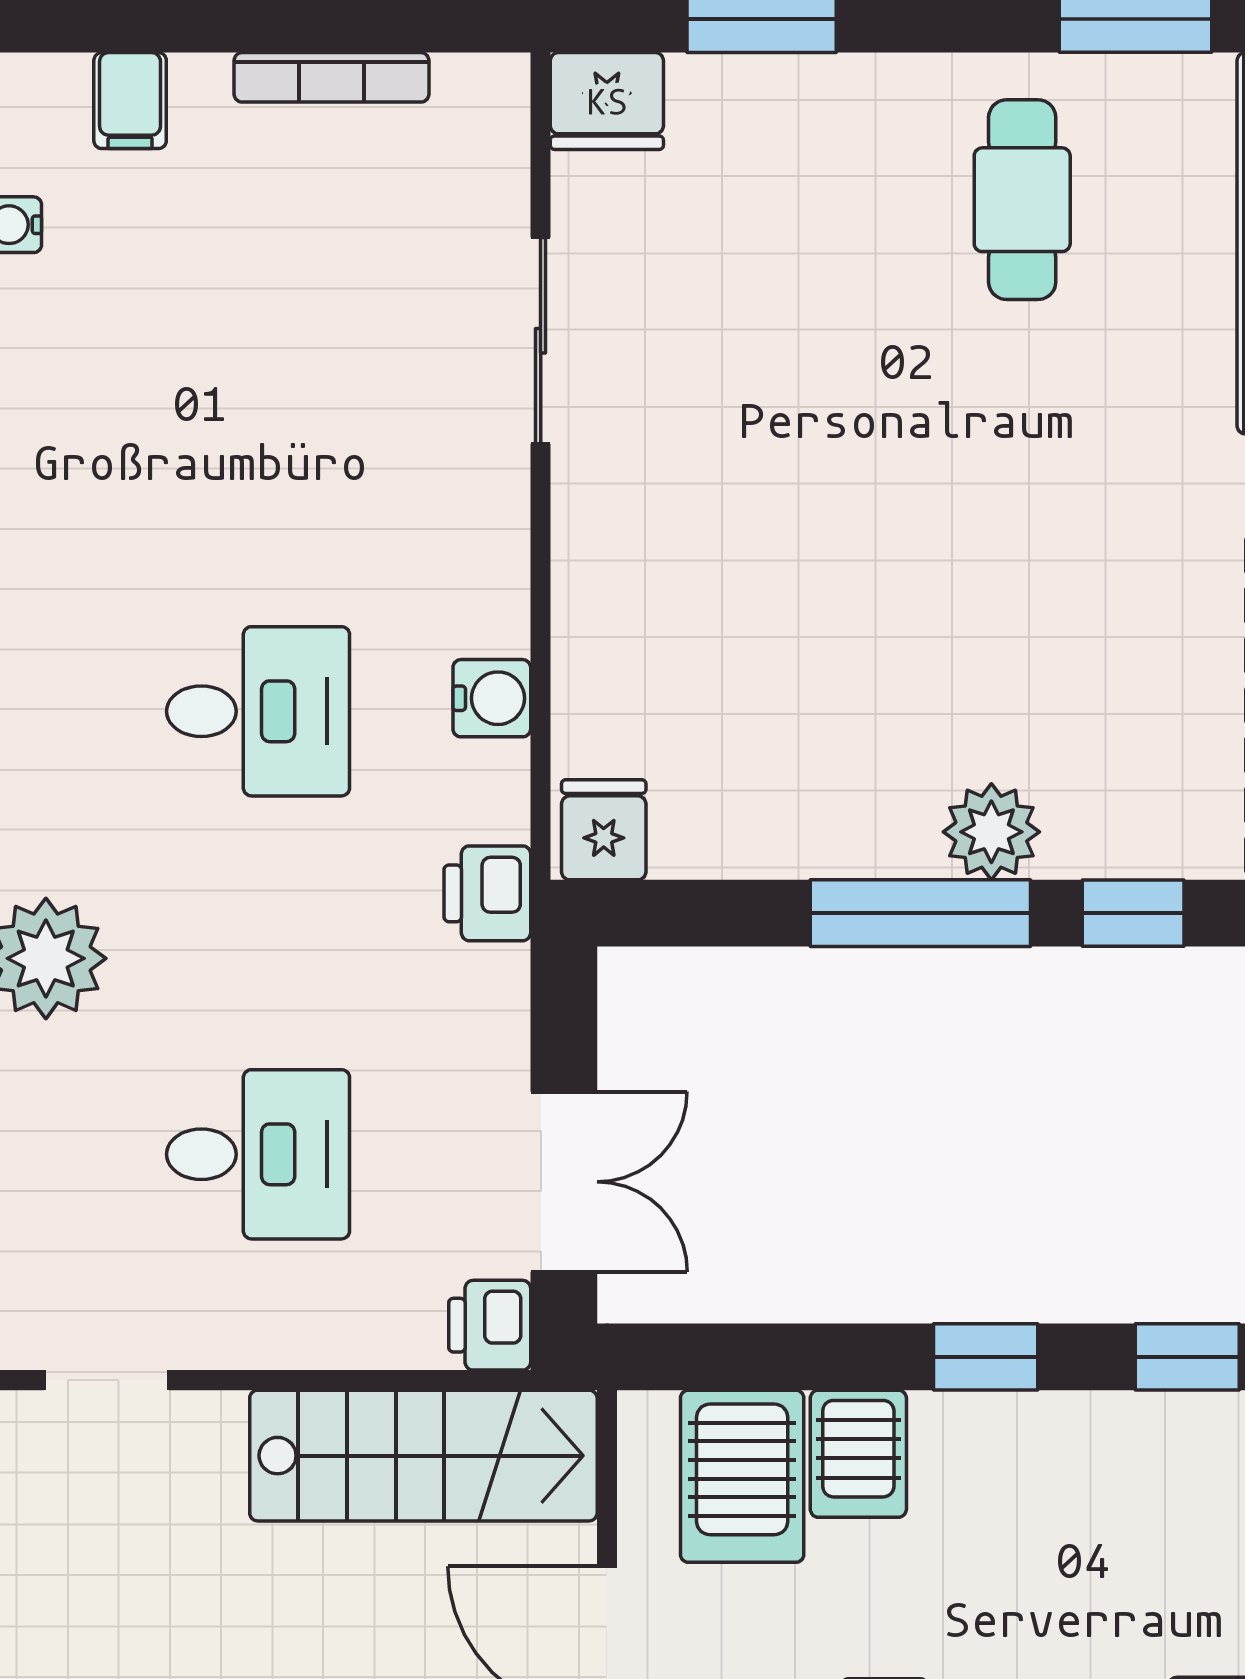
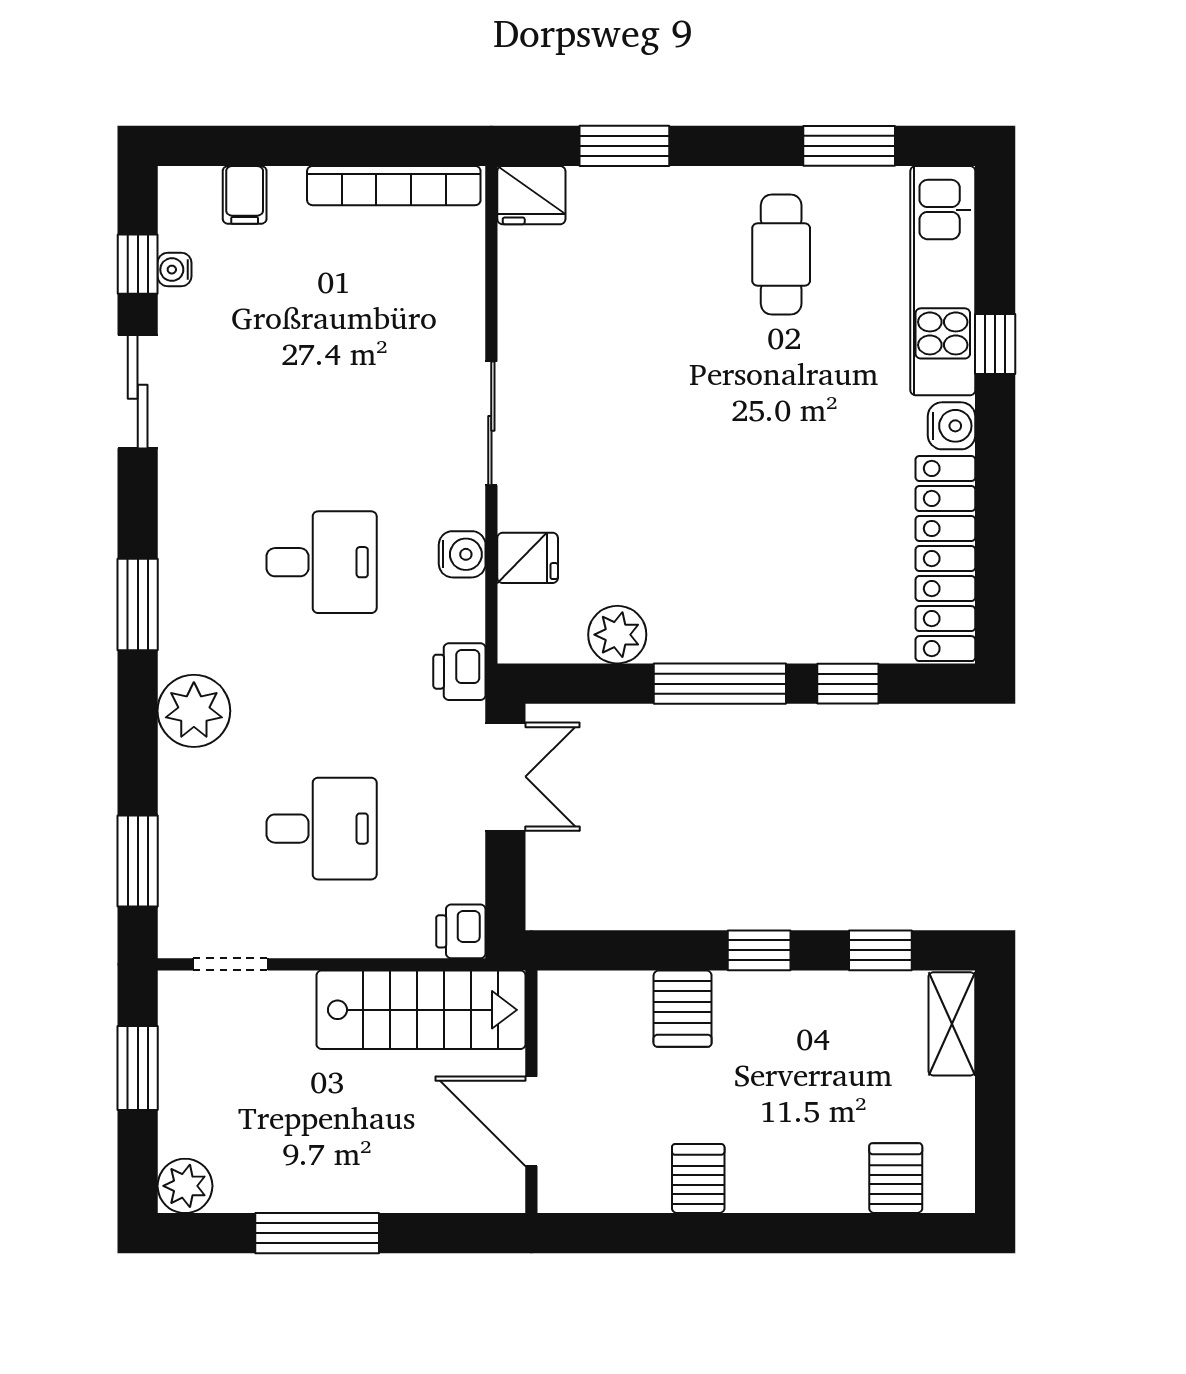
bookcase: (331, 77) -> (394, 186), width x1.48, depth x1.31
sliding door: (541, 341) -> (491, 423), moved
fridge: (604, 830) -> (528, 558), moved, turned 90
plant: (991, 832) -> (617, 635), moved
double door: (564, 1182) -> (505, 777), moved
server rack: (742, 1476) -> (613, 1022), removed

